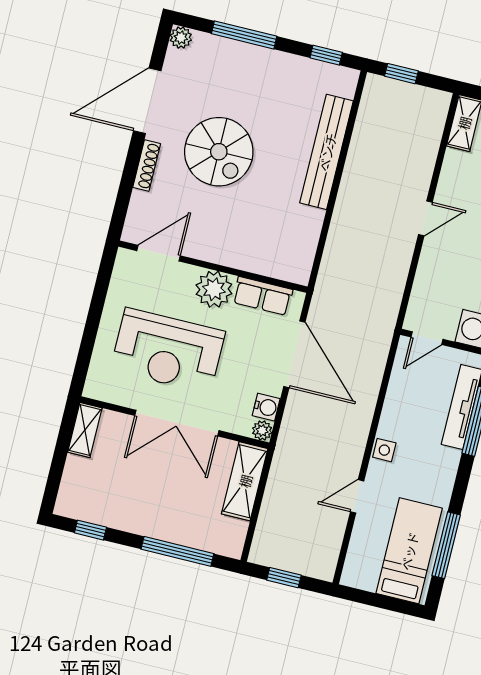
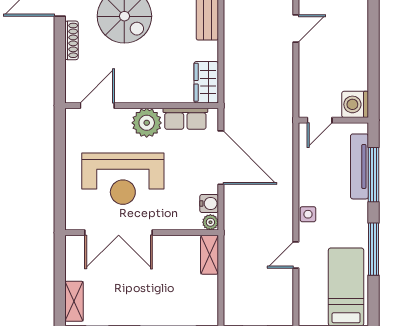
wardrobe: (299, 257) -> (206, 82), added
double door: (177, 423) -> (119, 233), moved
shelving: (85, 430) -> (74, 301), moved
shelving: (245, 481) -> (209, 255), width x0.67, depth x0.75
window: (446, 545) -> (373, 249), moved

